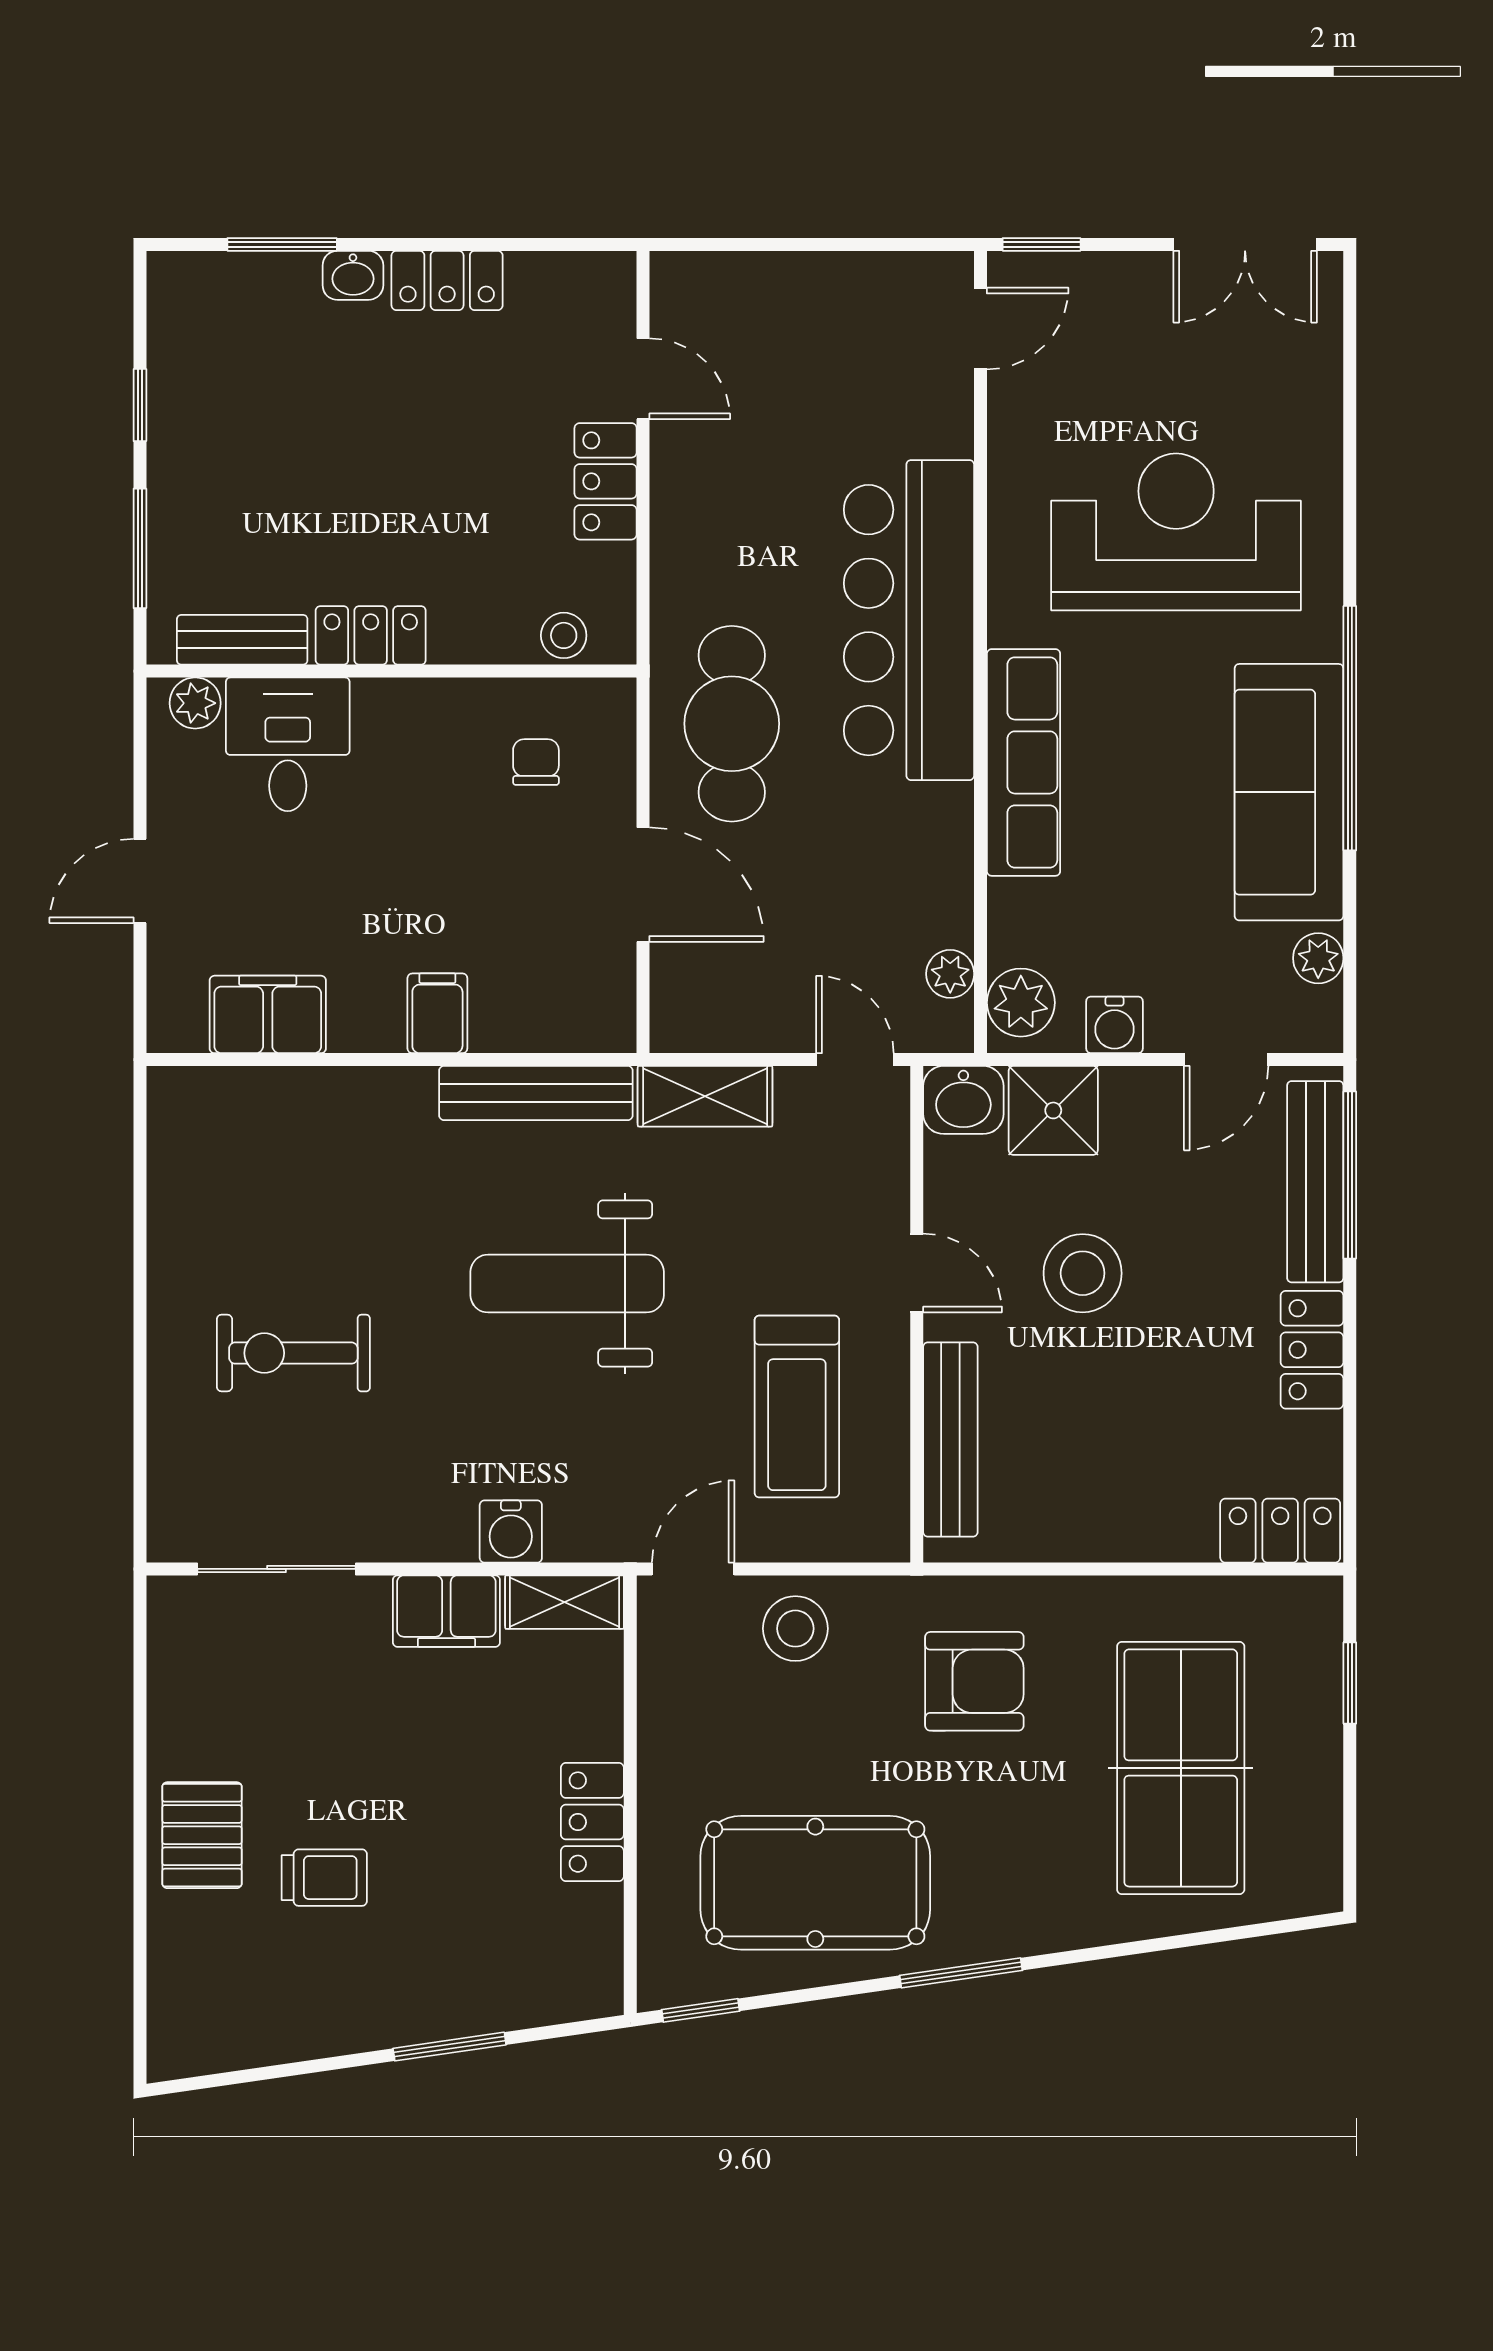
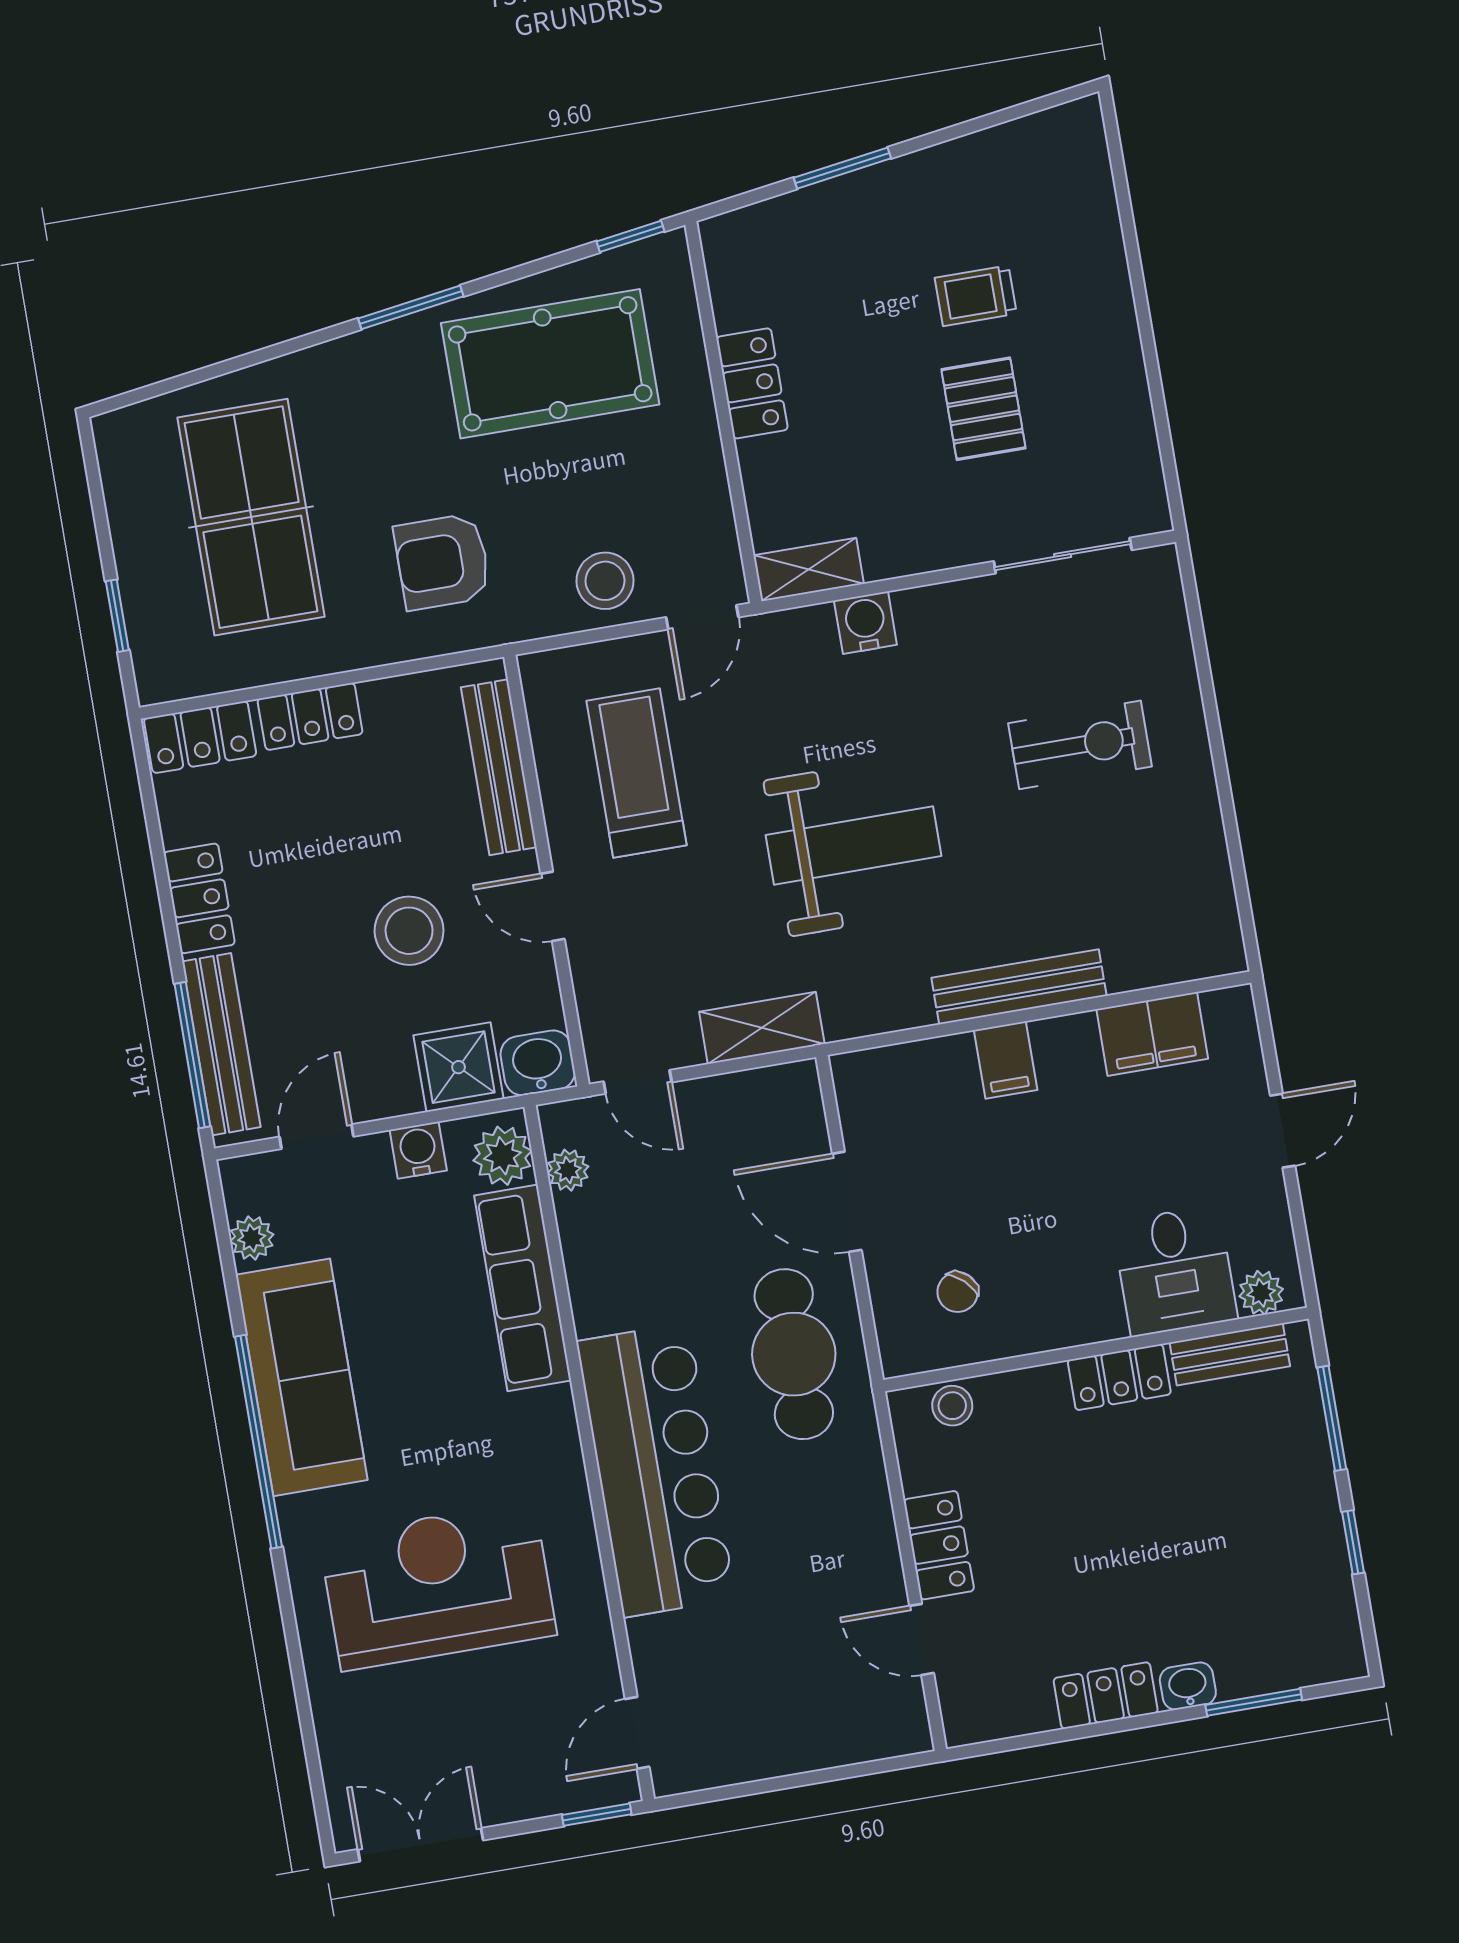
reception desk: (1176, 532) -> (438, 1586), turned 180
chair: (536, 762) -> (958, 1292), turned 43
row of seats: (1024, 762) -> (523, 1288), moved
bench: (536, 1093) -> (1019, 987), moved
locker: (1153, 1533) -> (310, 716), added
filing cabinet: (446, 1611) -> (909, 544), removed
pallet: (202, 1835) -> (983, 409), moved

